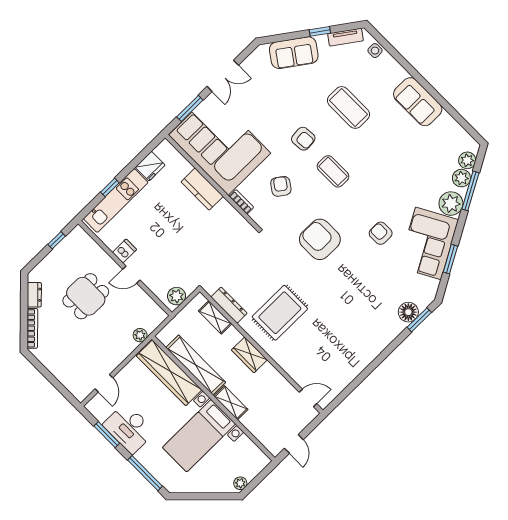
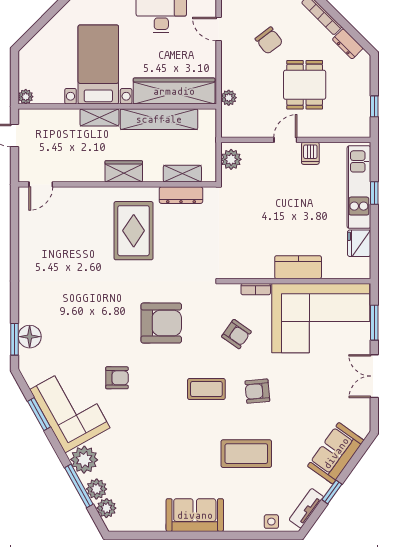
chair: (80, 345) -> (269, 41), added
plant: (240, 483) -> (26, 97), moved

